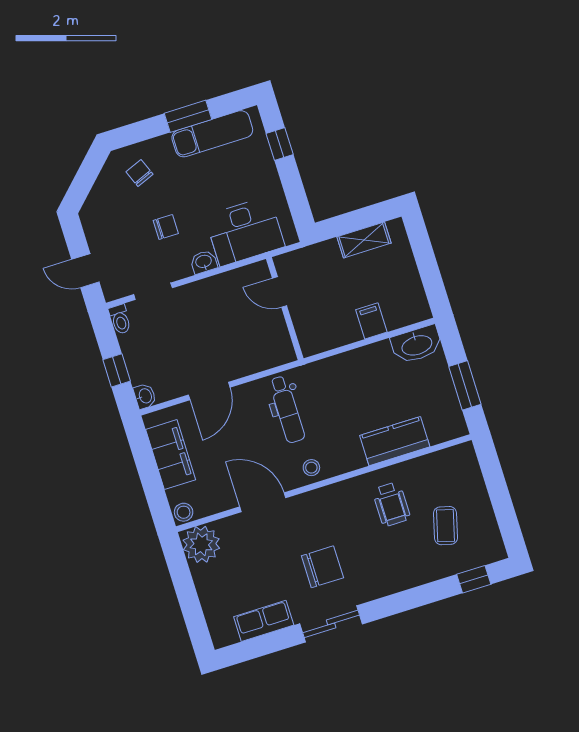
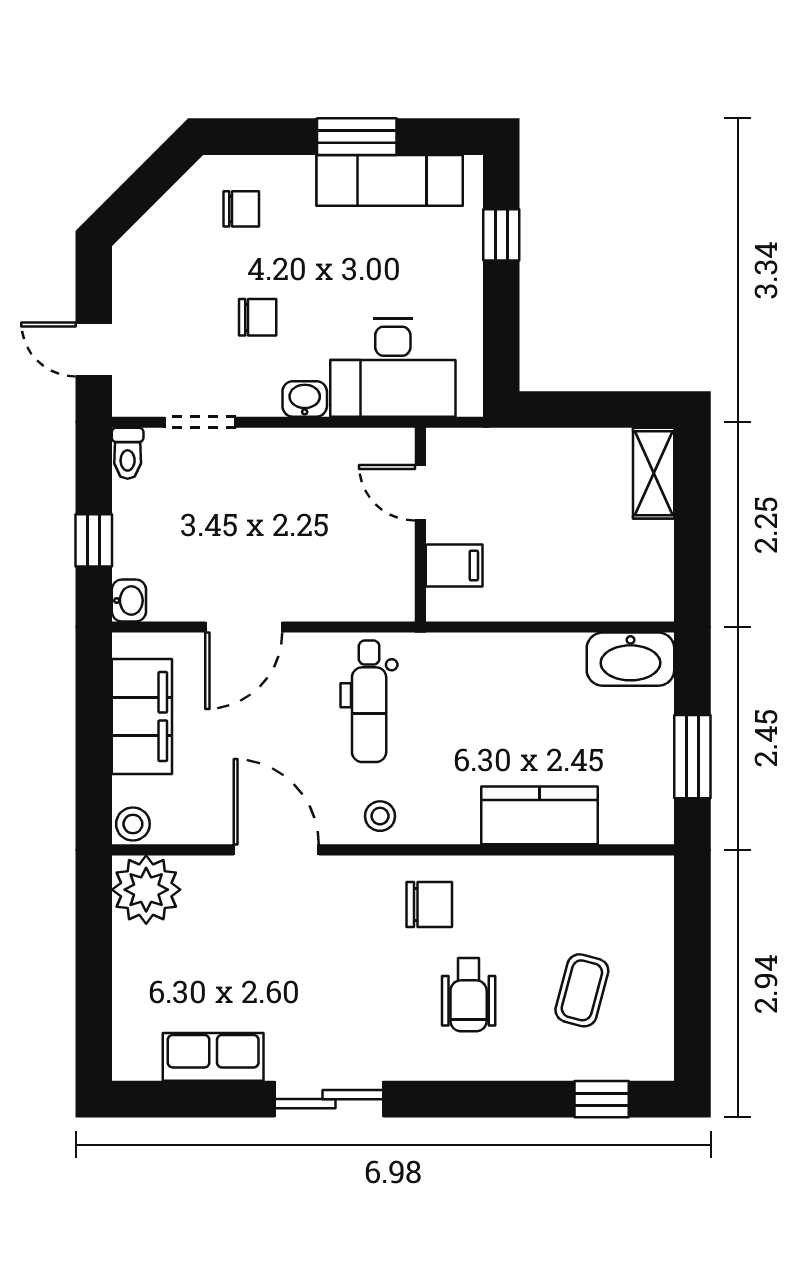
chair: (139, 173) -> (241, 209), turned 112
shelving: (364, 240) -> (654, 473), moved, turned 90
filing cabinet: (371, 321) -> (454, 566), moved, turned 90
wheelchair: (391, 504) -> (469, 995), moved
chair: (322, 567) -> (429, 905), moved, width x0.73, depth x0.73

